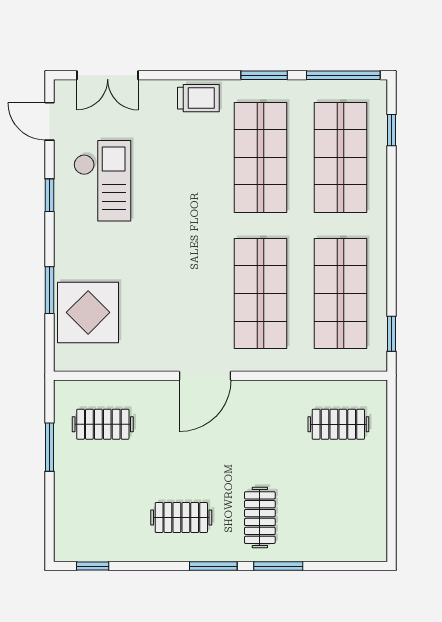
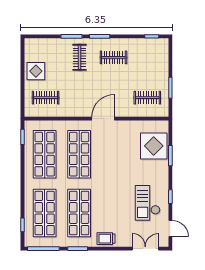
display table: (361, 486) -> (36, 71), added

